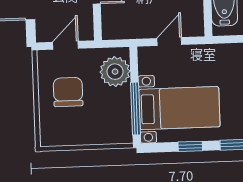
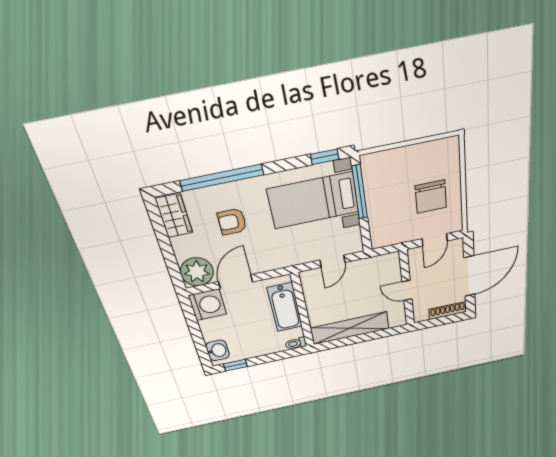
plant: (115, 72) -> (384, 224), removed
window: (190, 146) -> (325, 157), moved

